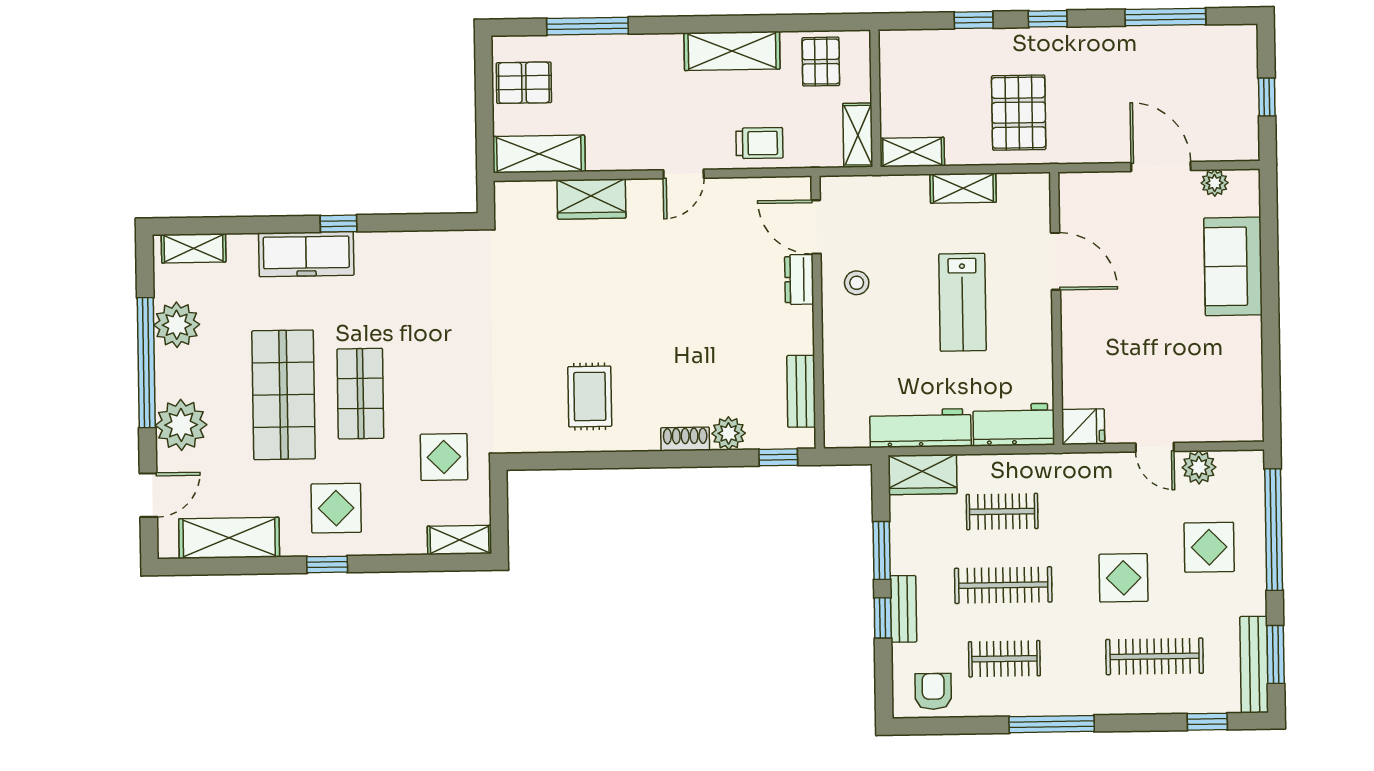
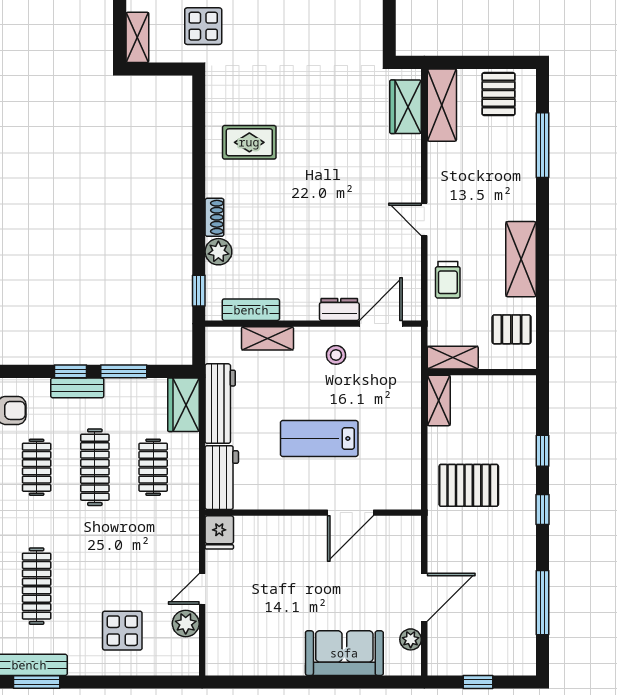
shelving: (963, 188) -> (267, 338), moved, turned 90
wardrobe: (591, 199) -> (406, 107), moved
window: (1274, 530) -> (135, 682), removed
display table: (1124, 578) -> (99, 563), removed

